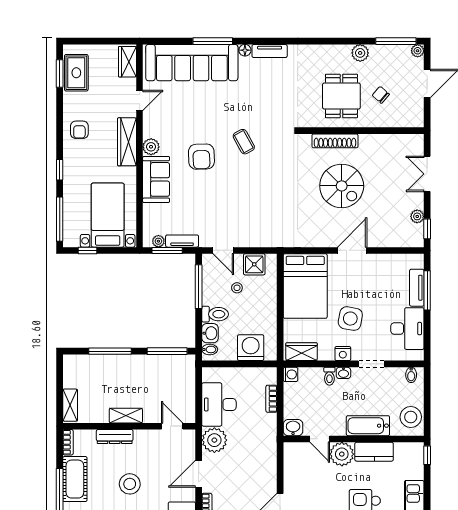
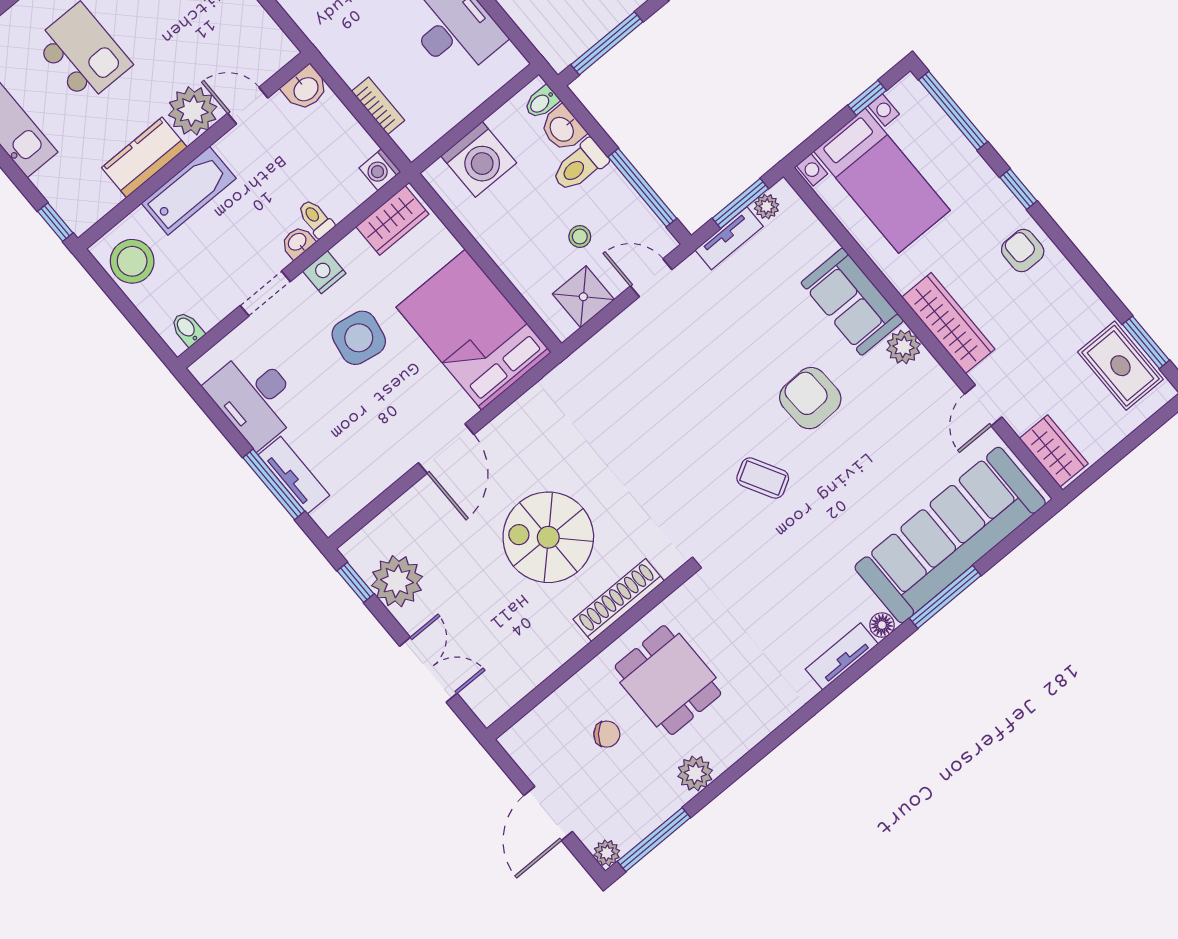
armchair: (79, 130) -> (1023, 251), moved
plant: (417, 216) -> (397, 581), width x1.88, depth x1.88

